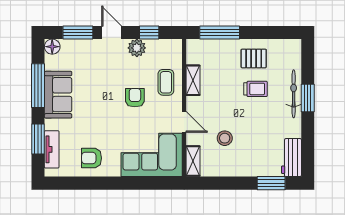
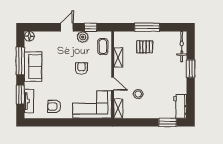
window: (78, 32) -> (45, 27), removed
door: (112, 32) -> (67, 27), hinge flipped
window: (220, 32) -> (147, 27), moved
pallet: (254, 58) -> (145, 47), moved
coffee table: (166, 82) -> (103, 47), moved
trolley: (255, 89) -> (158, 63), removed
bicycle: (294, 94) -> (182, 47), moved

